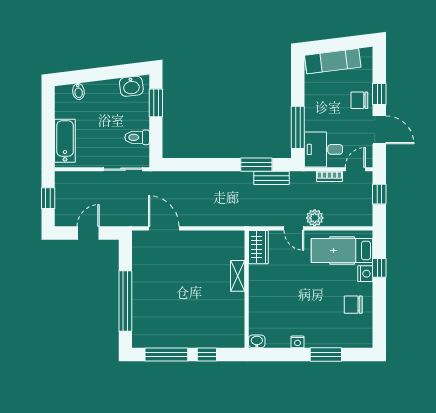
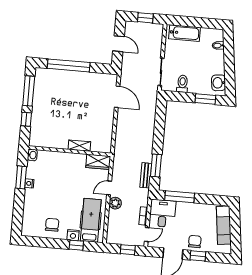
door: (355, 169) -> (147, 234), hinge flipped
door: (164, 228) -> (117, 97), hinge flipped
window: (326, 354) -> (21, 177), moved

